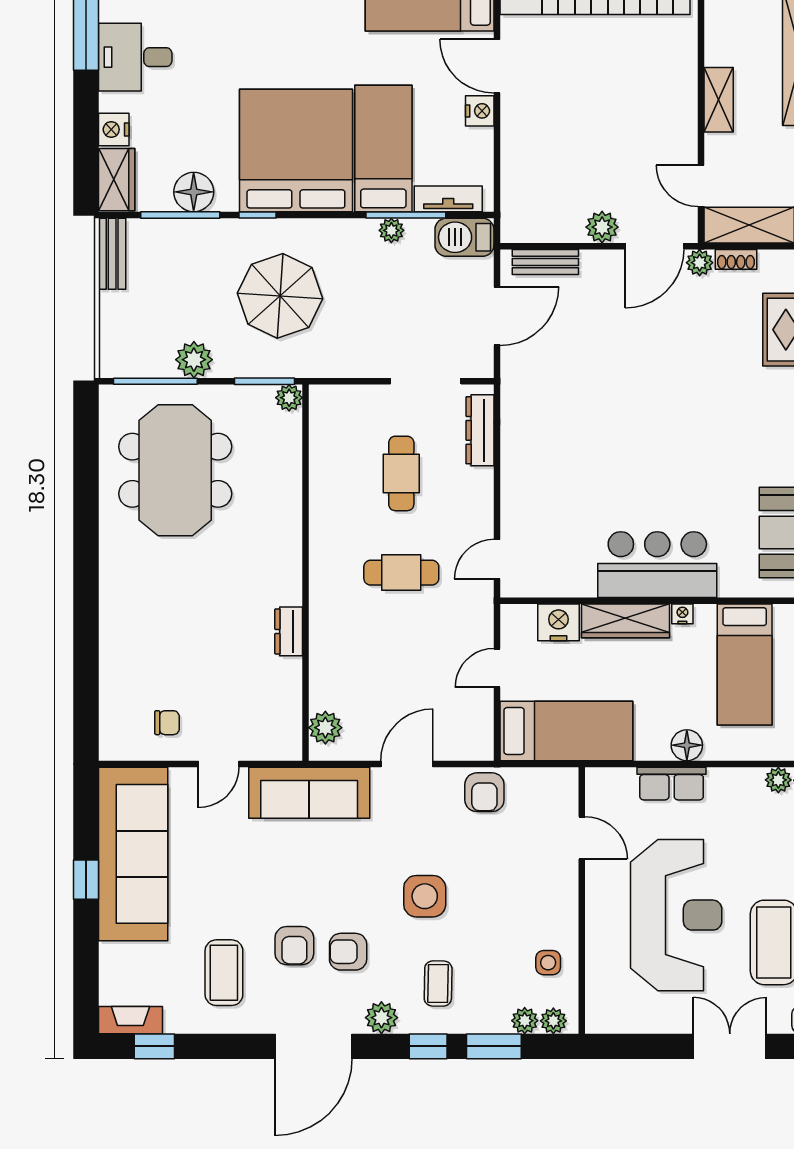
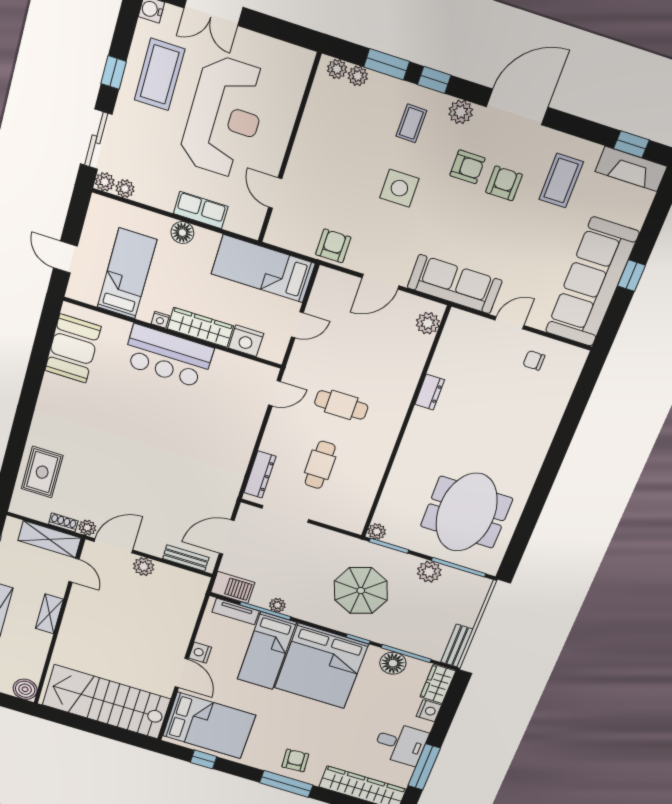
reception desk: (676, 915) -> (225, 117), turned 180
side table: (548, 963) -> (327, 113), removed
fireplace: (130, 1020) -> (631, 169), width x1.37, depth x1.32

